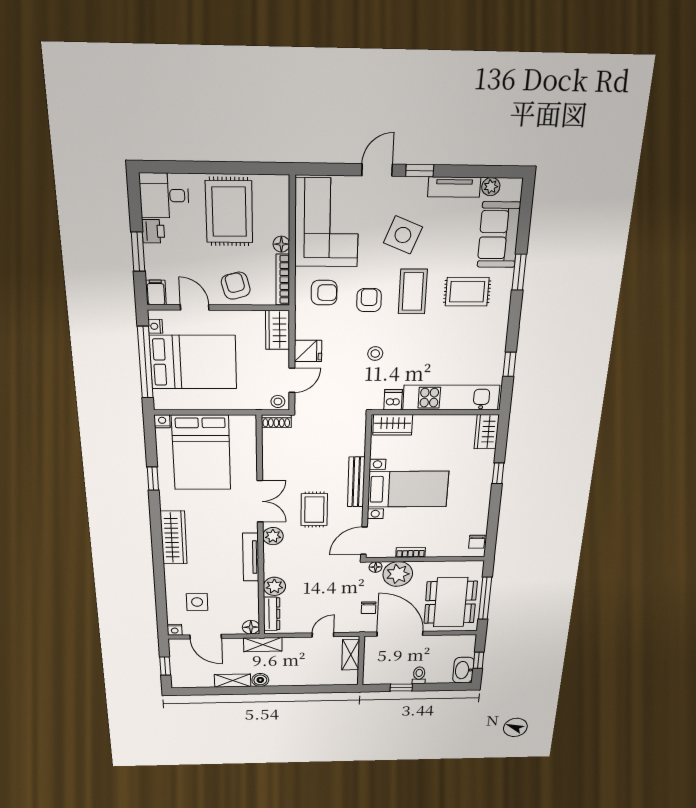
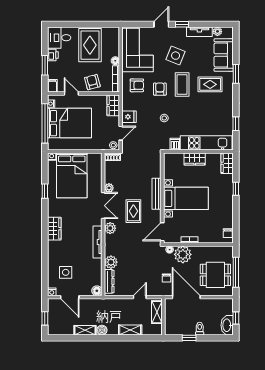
wardrobe: (393, 425) -> (195, 159), moved
plant: (270, 473) -> (109, 188), added
wardrobe: (174, 538) -> (54, 229), width x0.67
dining table: (451, 602) -> (215, 275), width x0.73
shelving: (263, 645) -> (130, 330), moved

